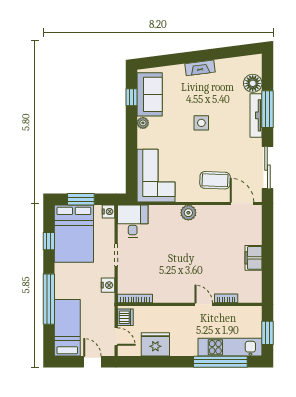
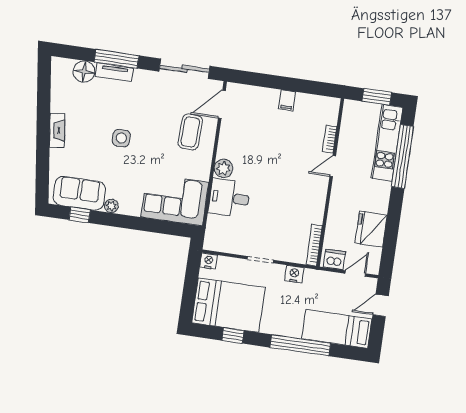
tv unit: (256, 115) -> (114, 72), width x0.71
window: (81, 199) -> (190, 291), removed
desk: (133, 221) -> (229, 198), moved
filing cabinet: (254, 258) -> (287, 100), width x0.50

